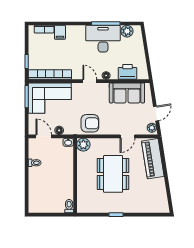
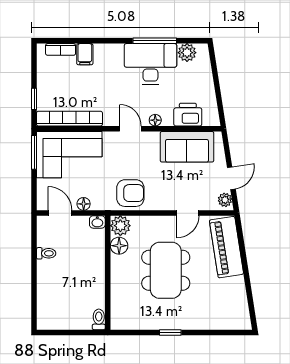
floor lamp: (82, 158) -> (119, 246), added

